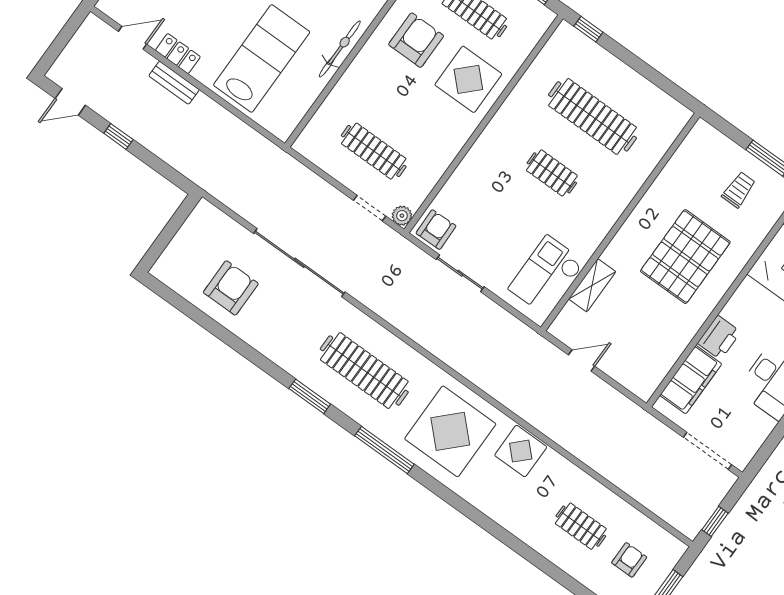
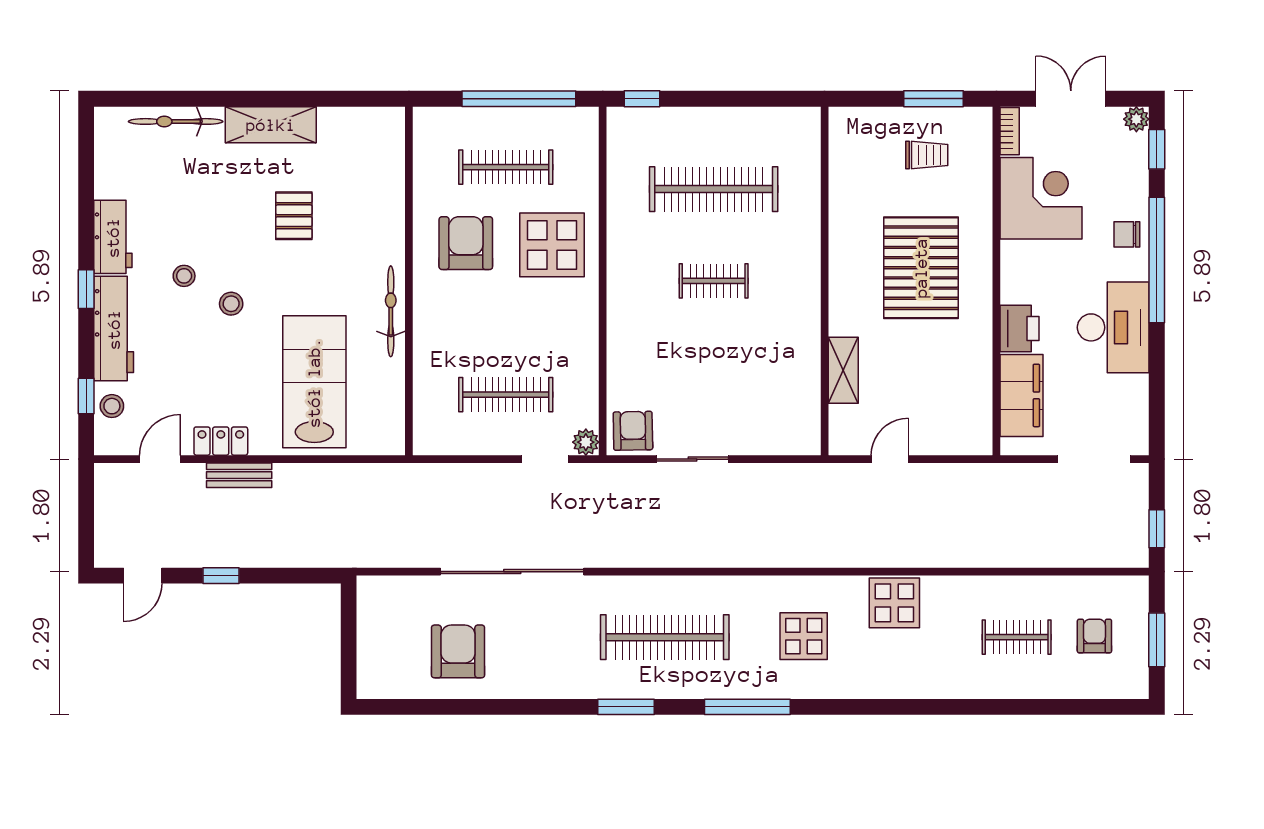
trolley: (739, 190) -> (927, 155), turned 90
checkout: (546, 275) -> (786, 395), removed
display table: (450, 431) -> (804, 636), width x0.54, depth x0.54

